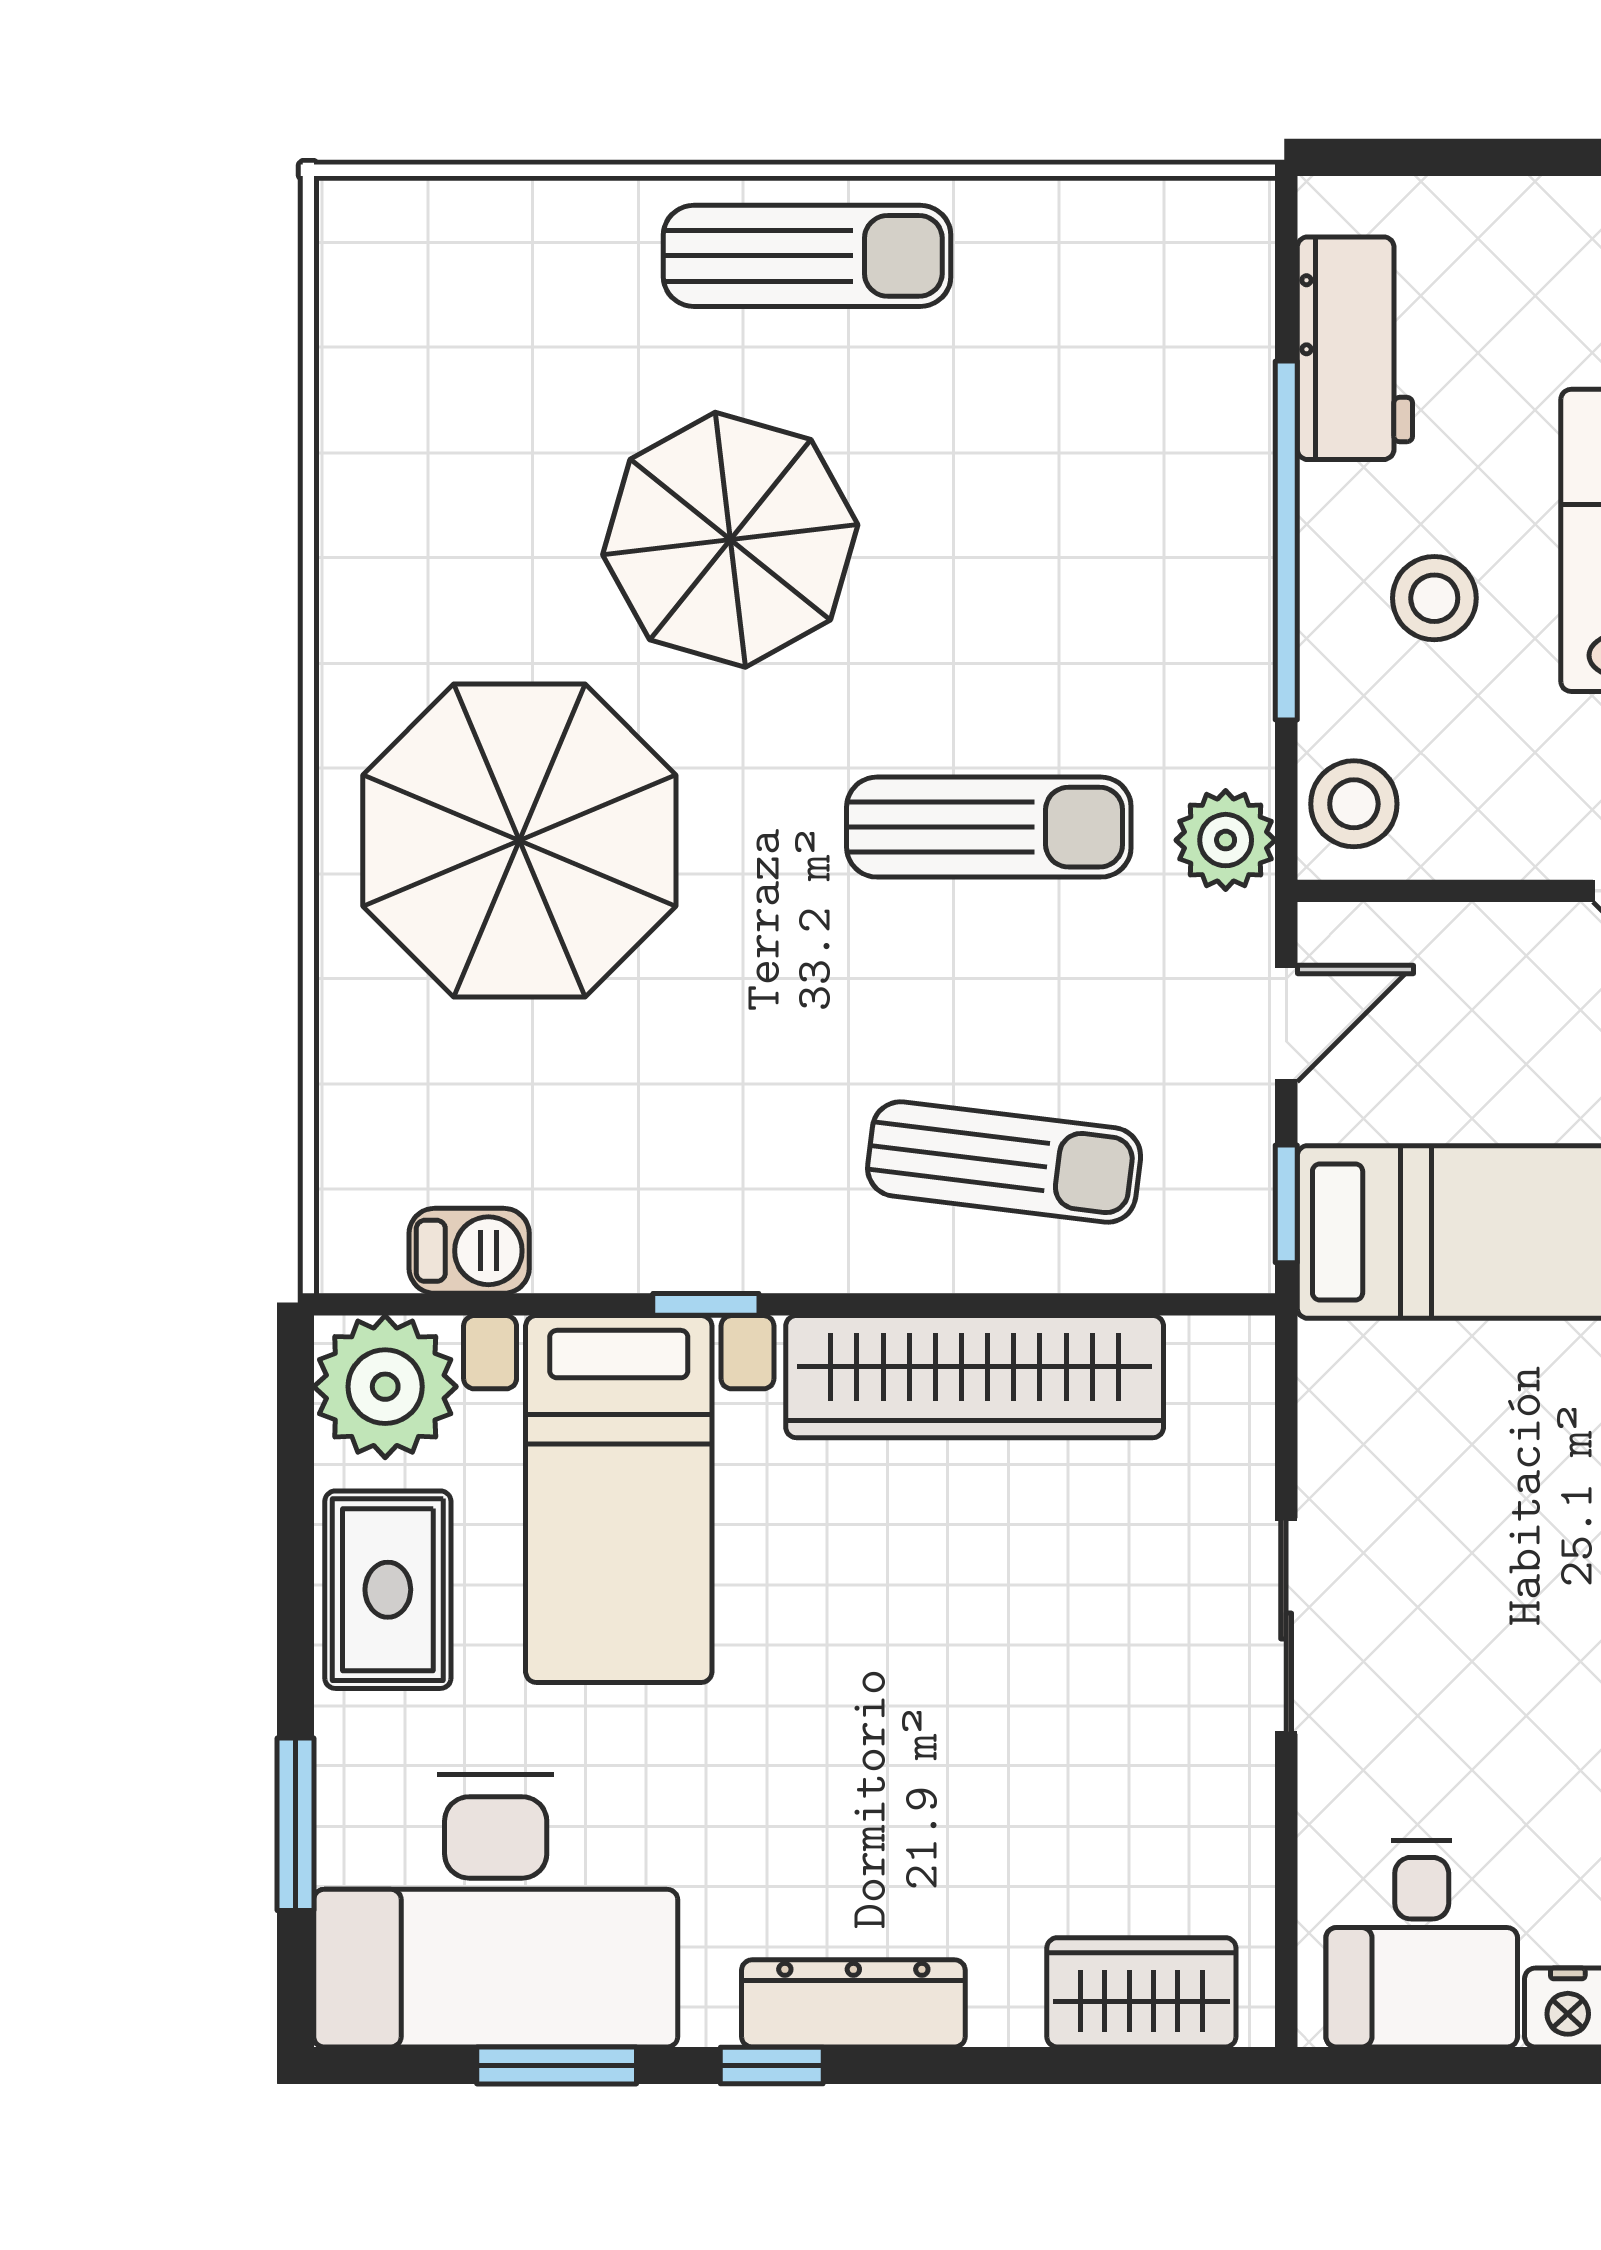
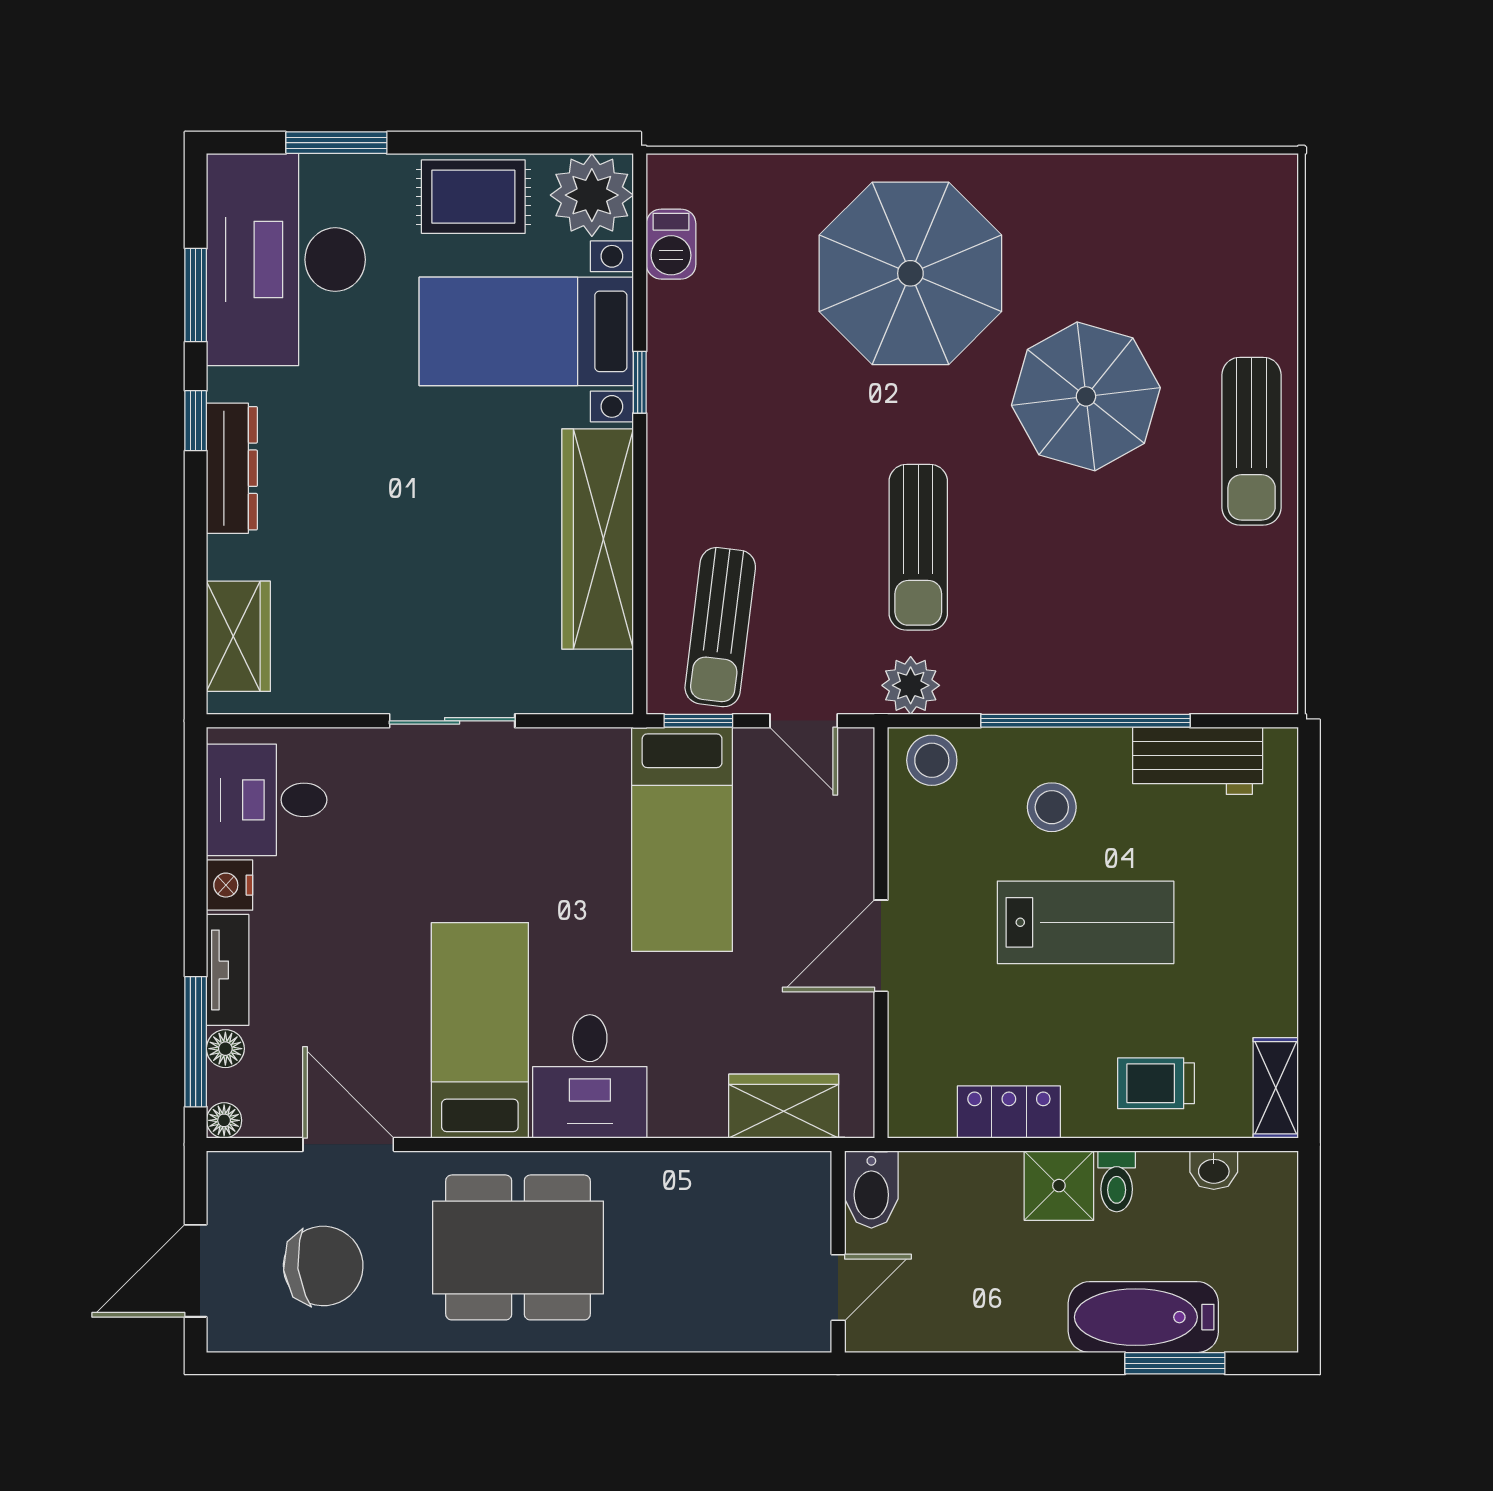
sun lounger: (1004, 1162) -> (720, 627), moved

